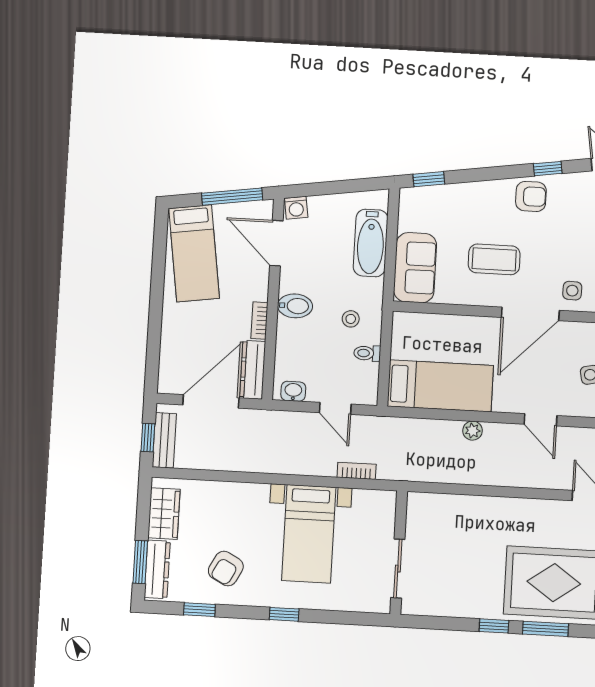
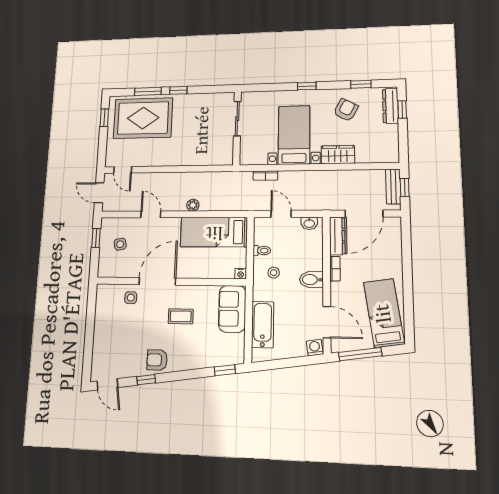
coffee table: (494, 259) -> (181, 316), width x0.73, depth x0.77
nightstand: (401, 320) -> (241, 274), added
wardrobe: (164, 514) -> (338, 155), moved, turned 90
window: (140, 562) -> (402, 109), width x0.67

